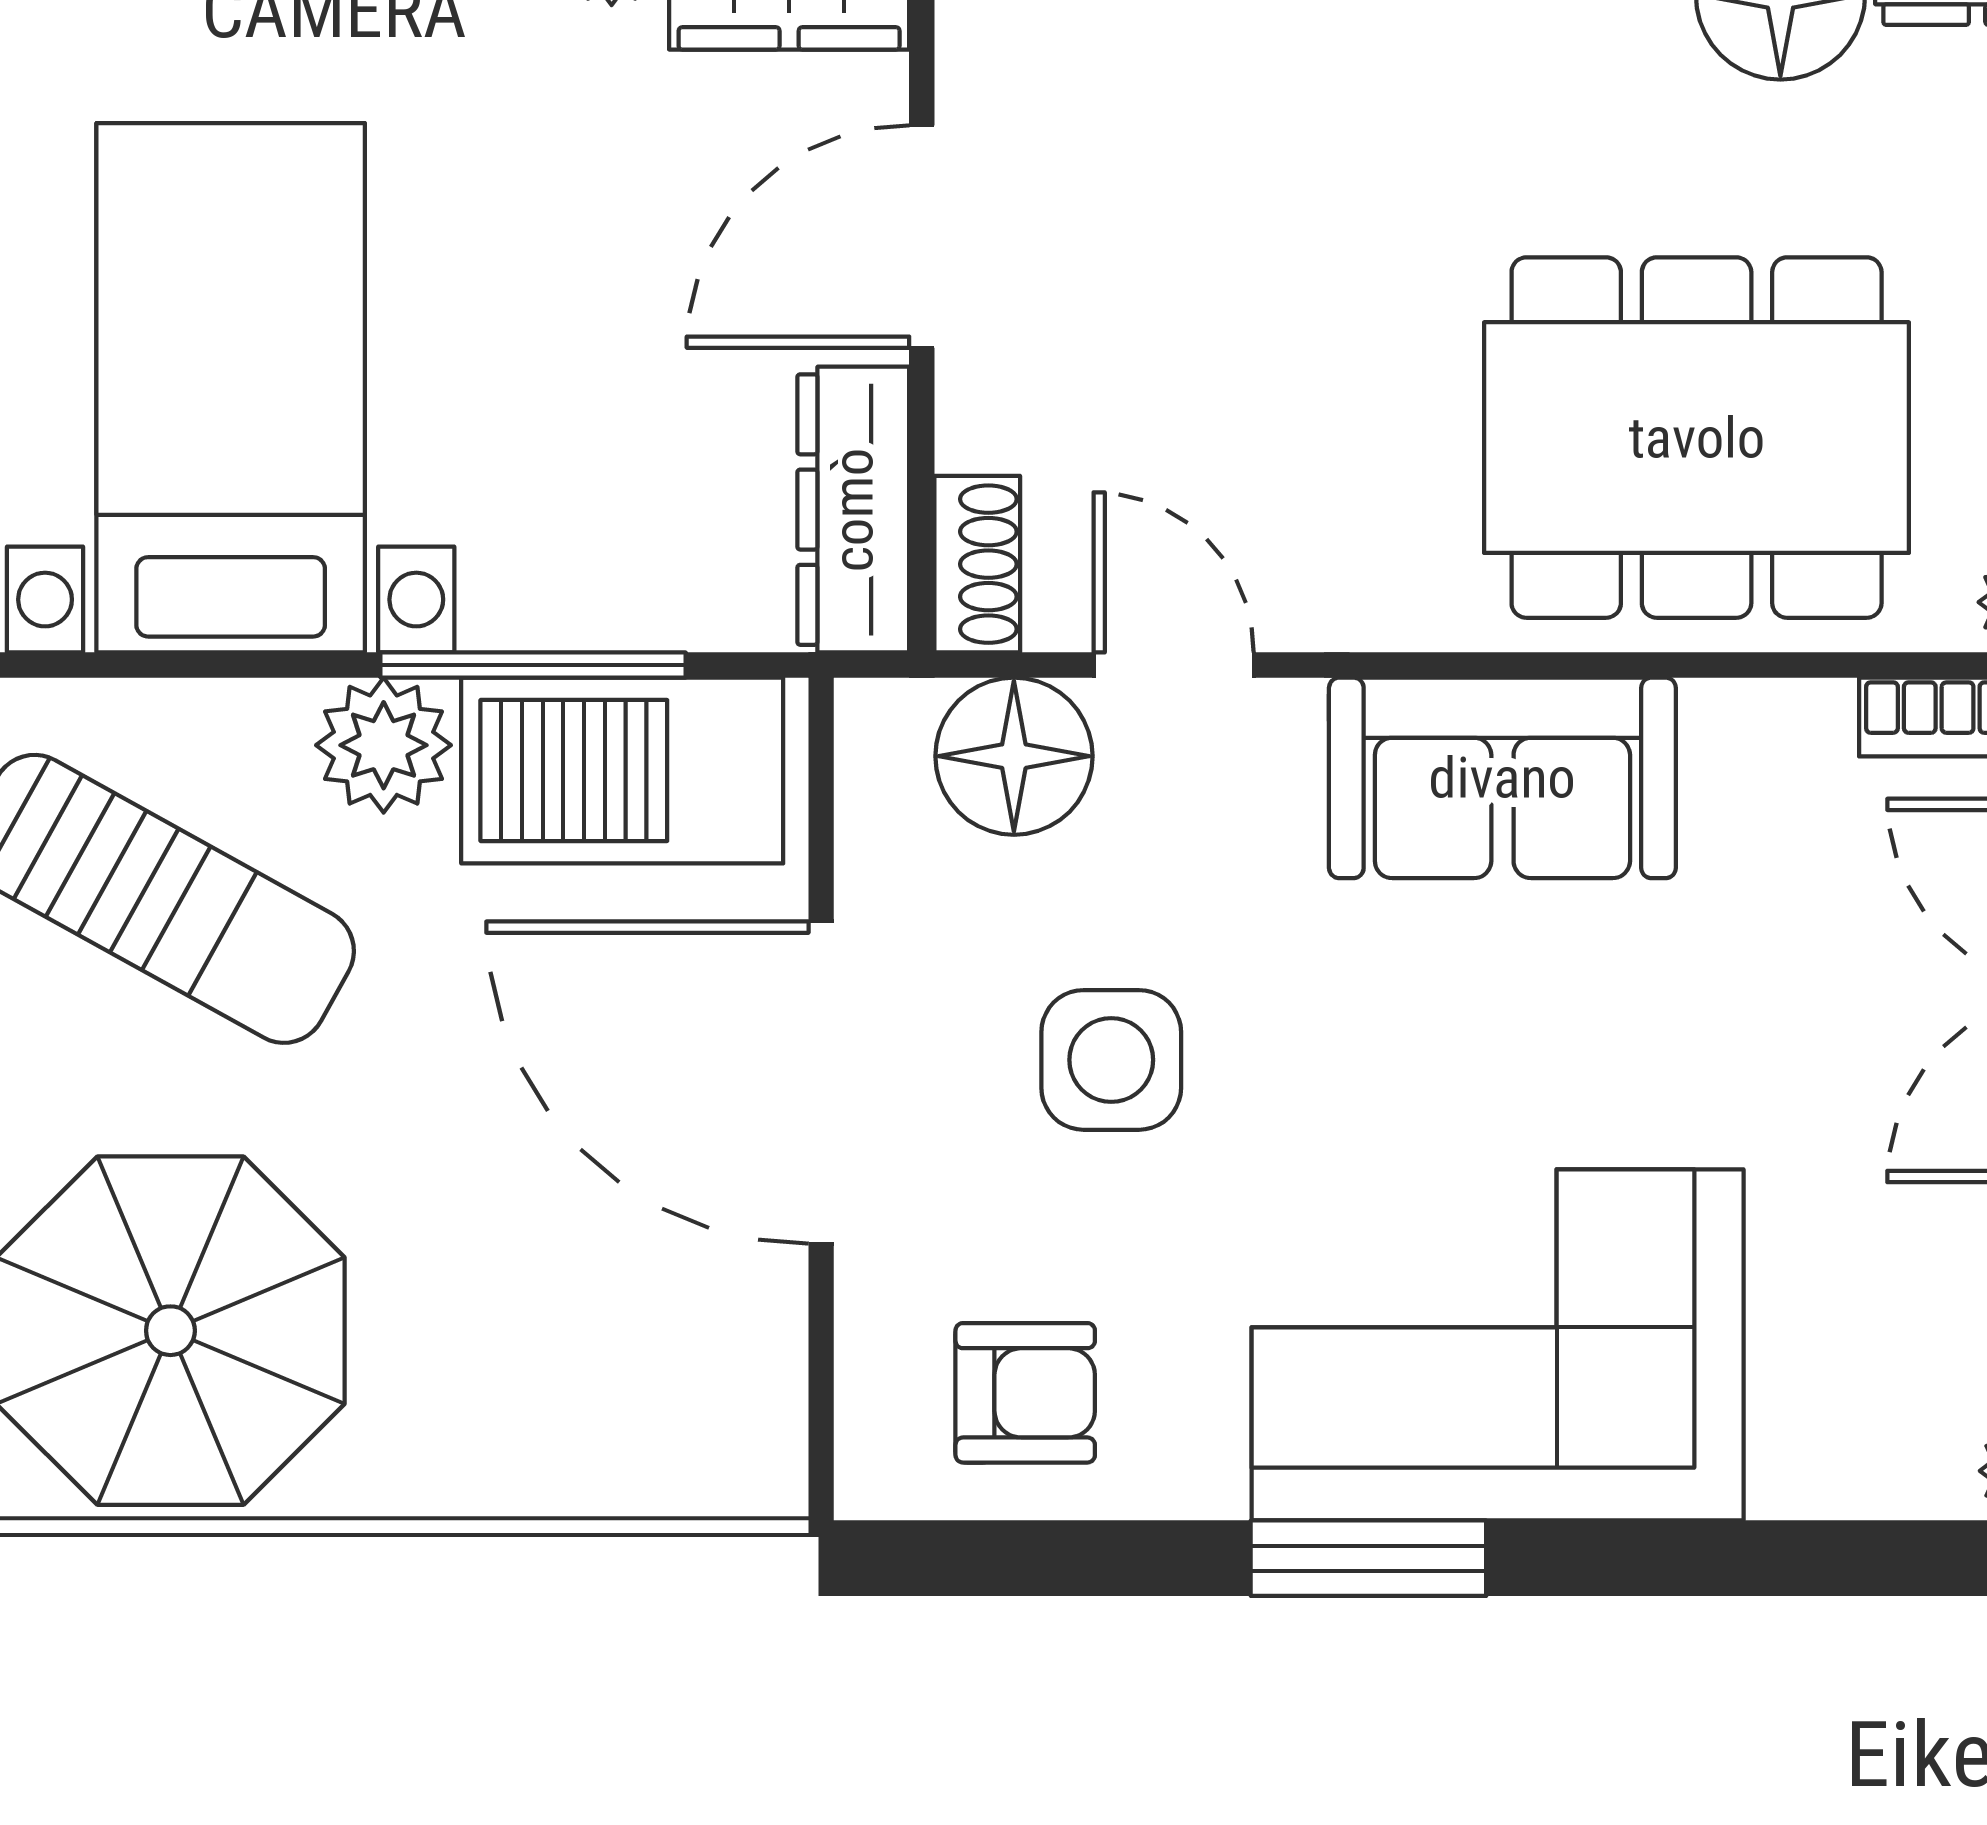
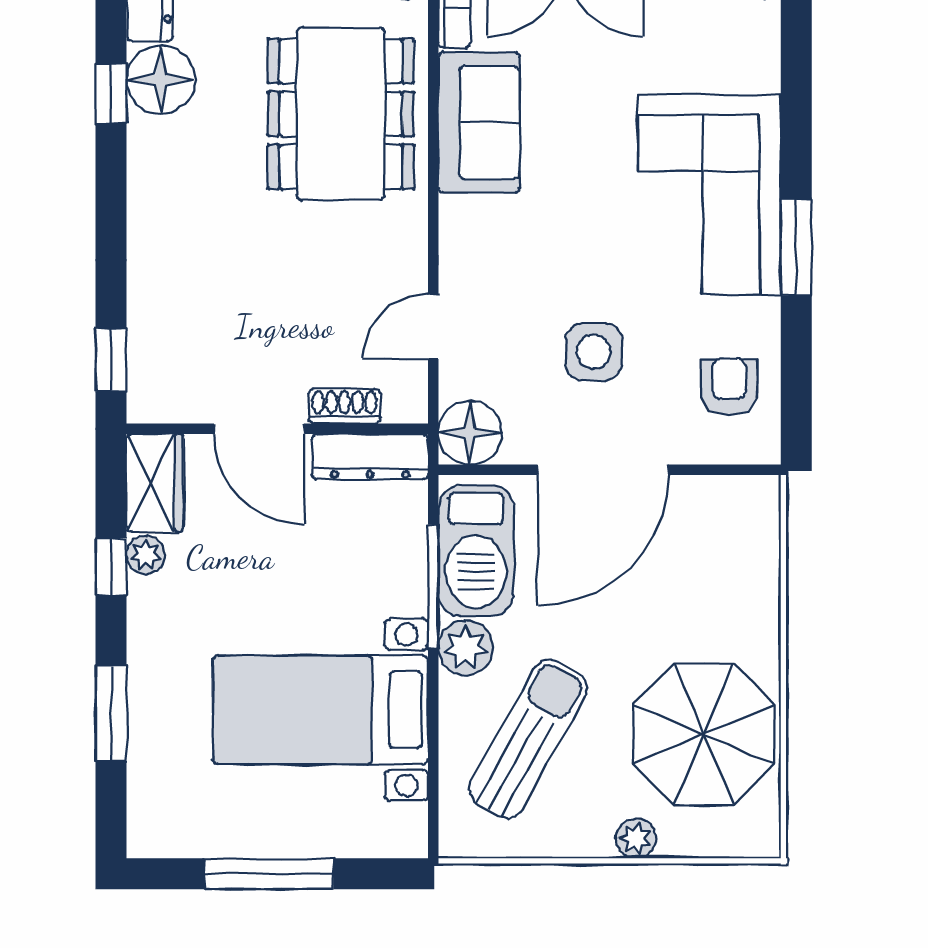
shoe rack: (977, 564) -> (344, 406), moved
floor lamp: (1014, 756) -> (470, 433), moved
sofa: (1502, 778) -> (479, 122), moved

